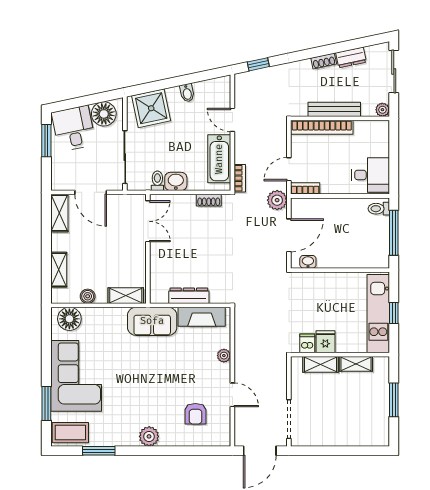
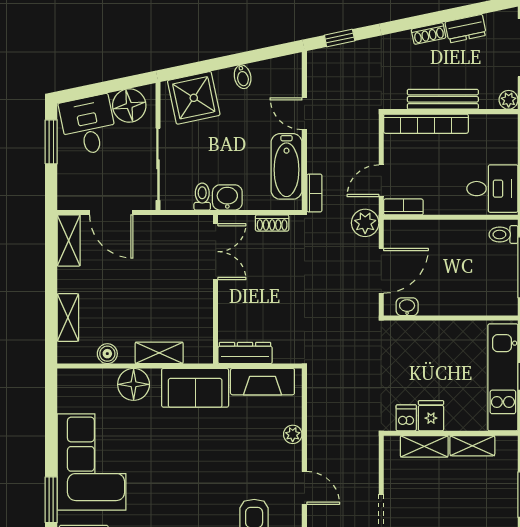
double door: (148, 221) -> (216, 252), moved
wall: (148, 249) -> (216, 289), moved
floor lamp: (69, 319) -> (134, 384), moved

